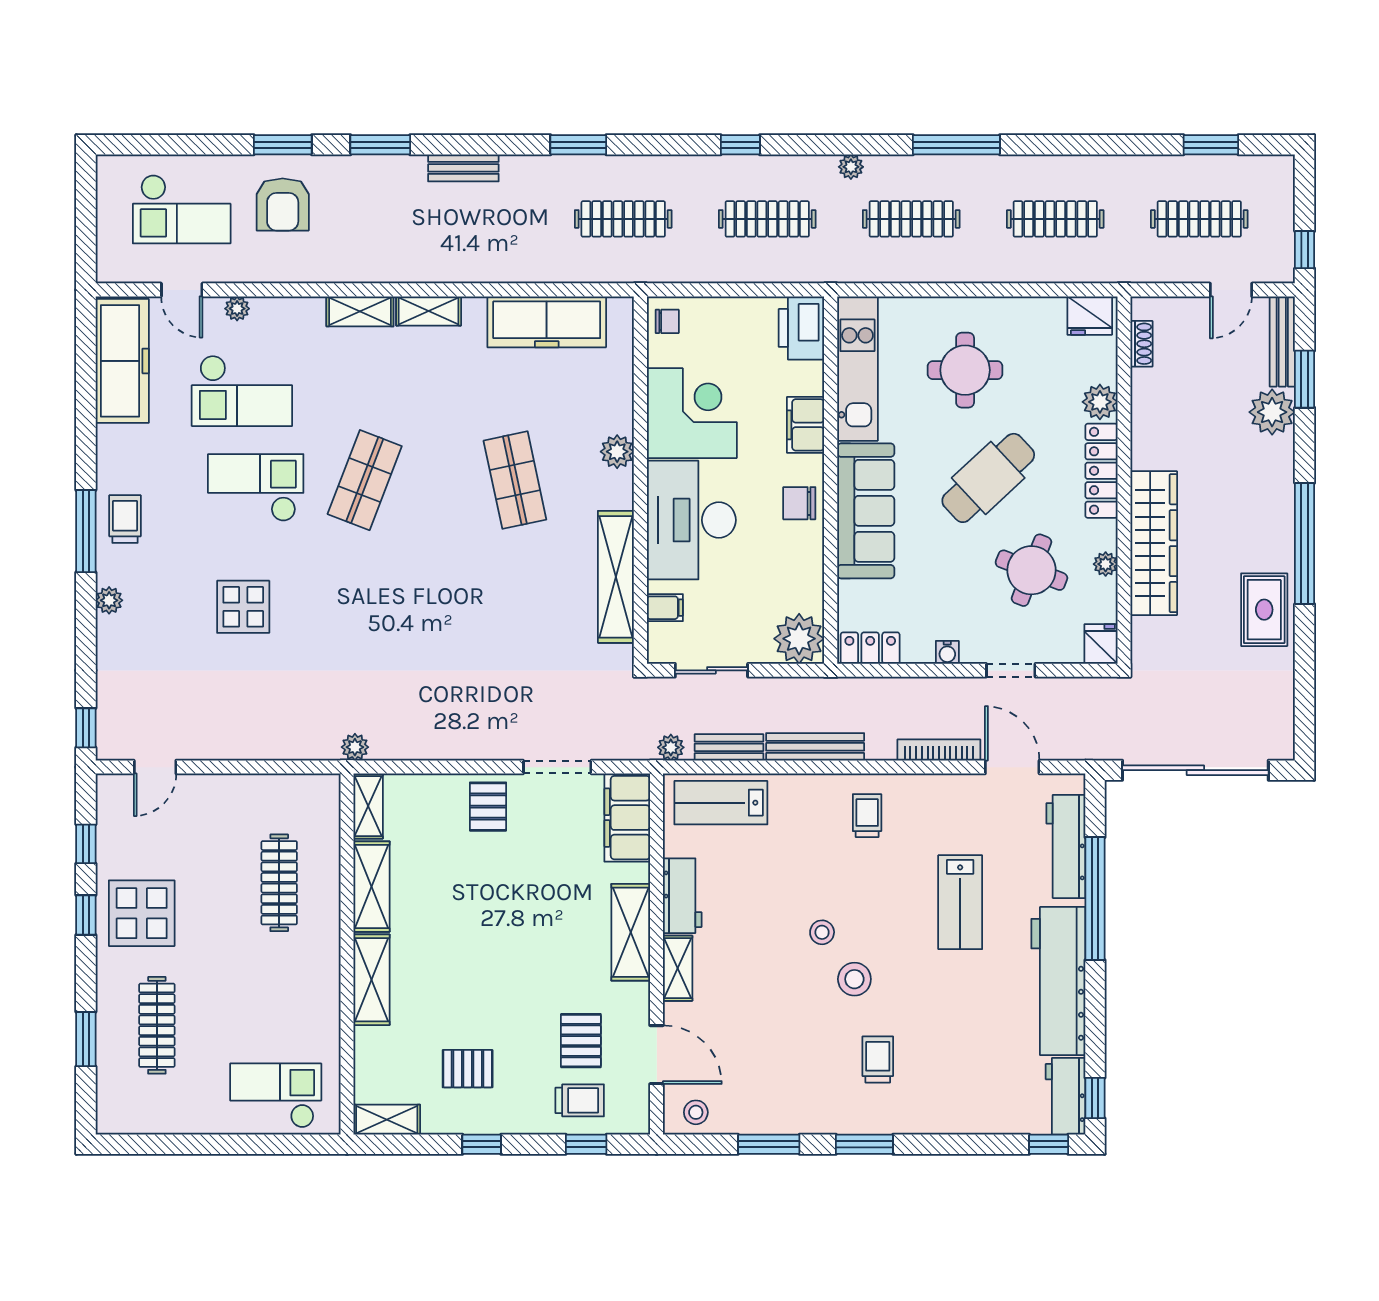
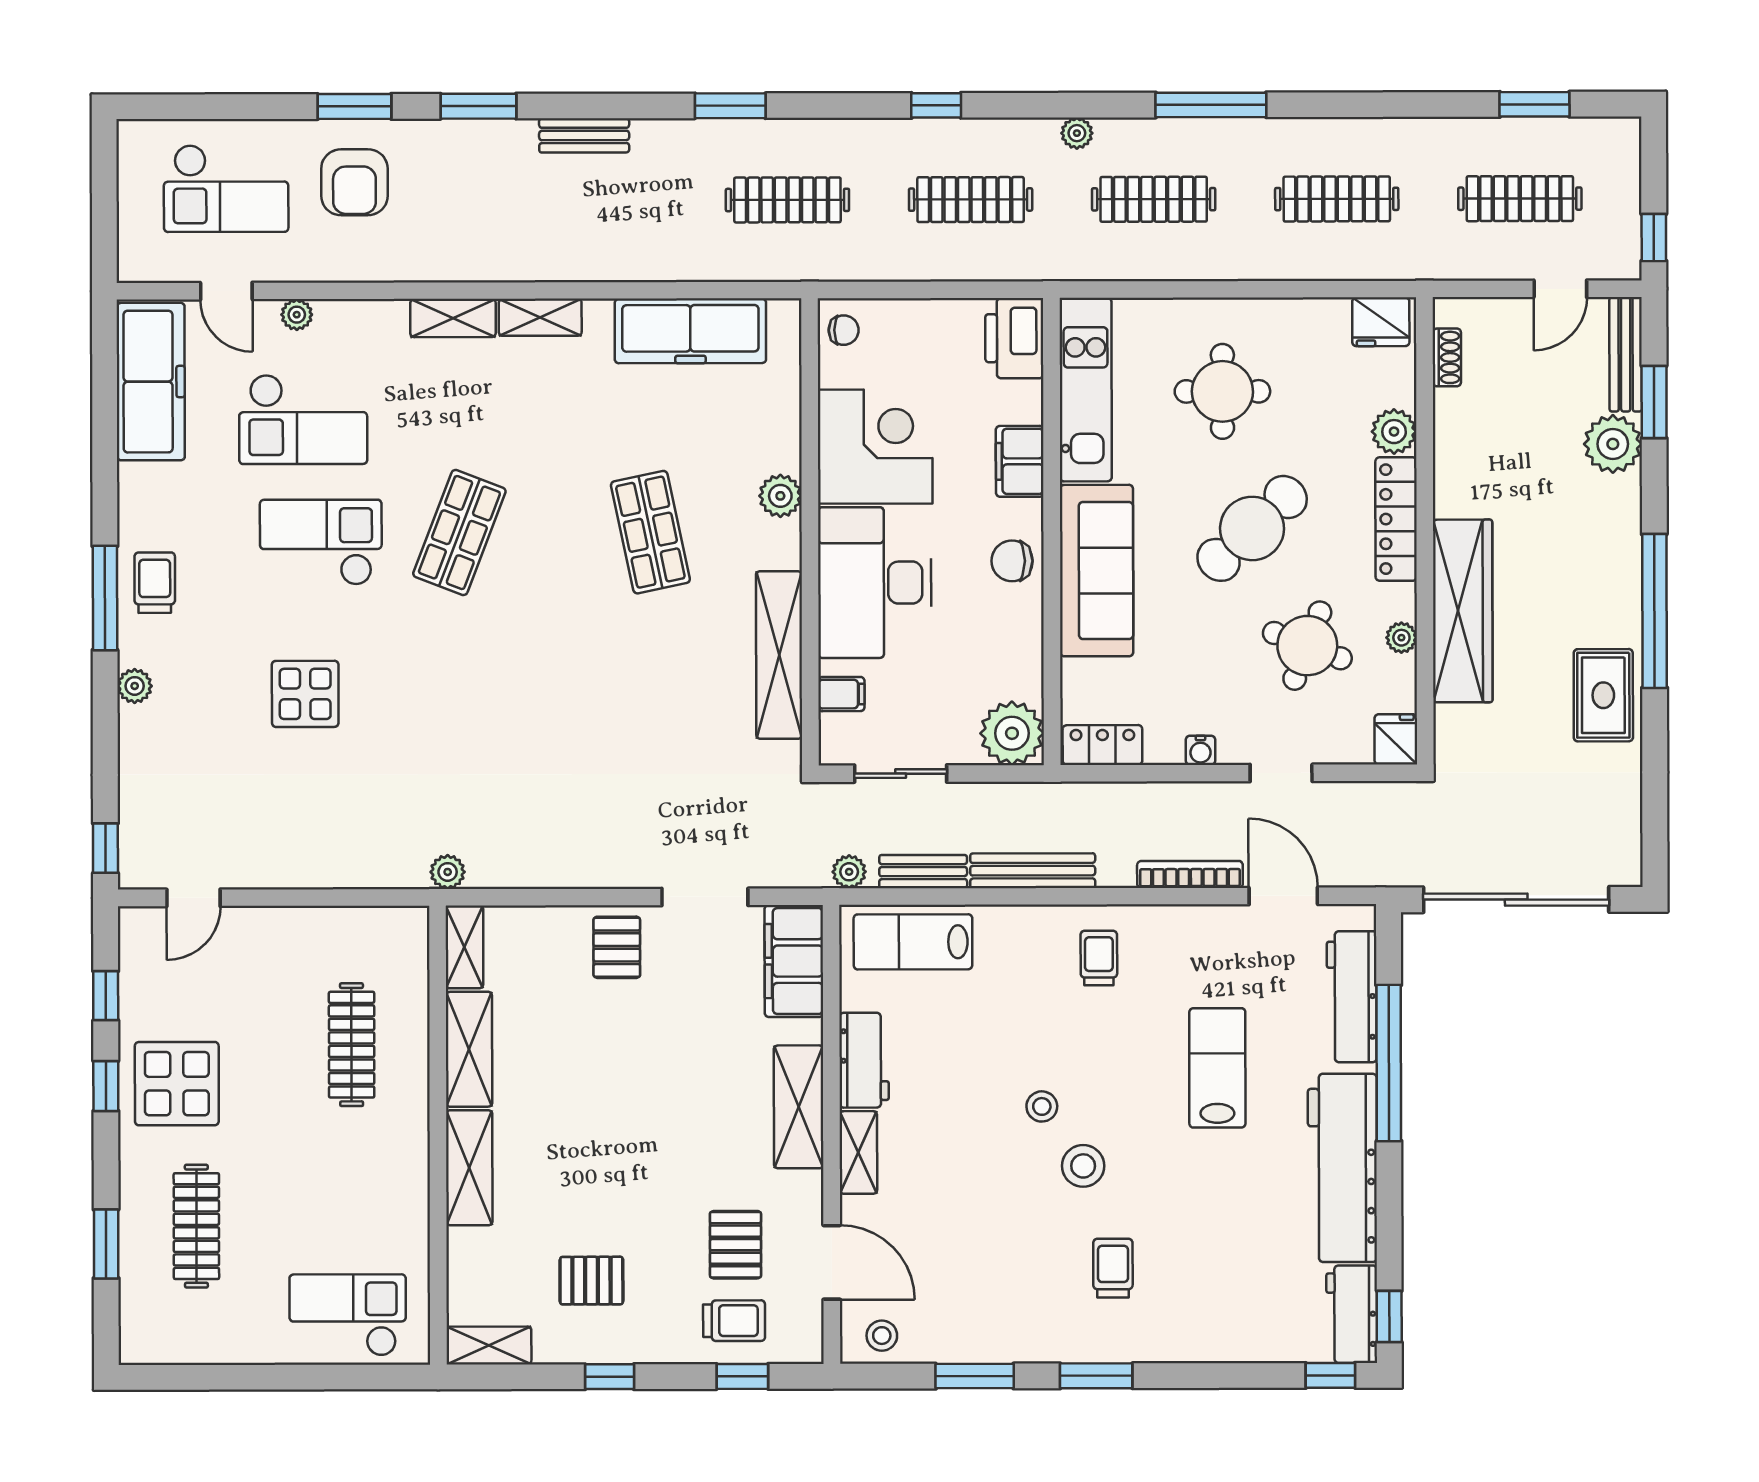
lab bench: (960, 902) -> (1217, 1068), turned 180

